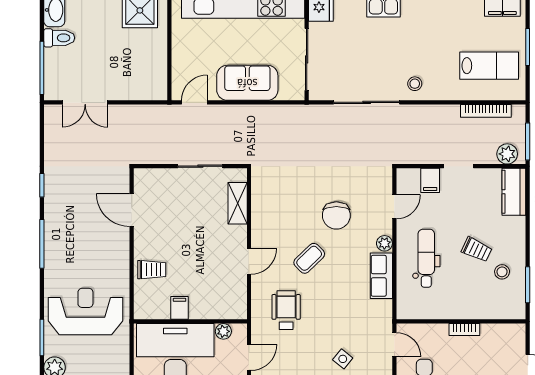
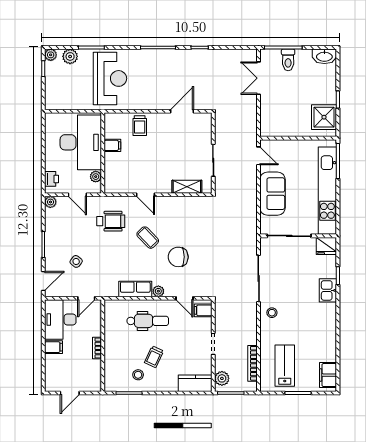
toilet: (59, 38) -> (288, 60), moved
lab bench: (489, 66) -> (285, 366), turned 180
filing cabinet: (430, 180) -> (203, 310), moved

